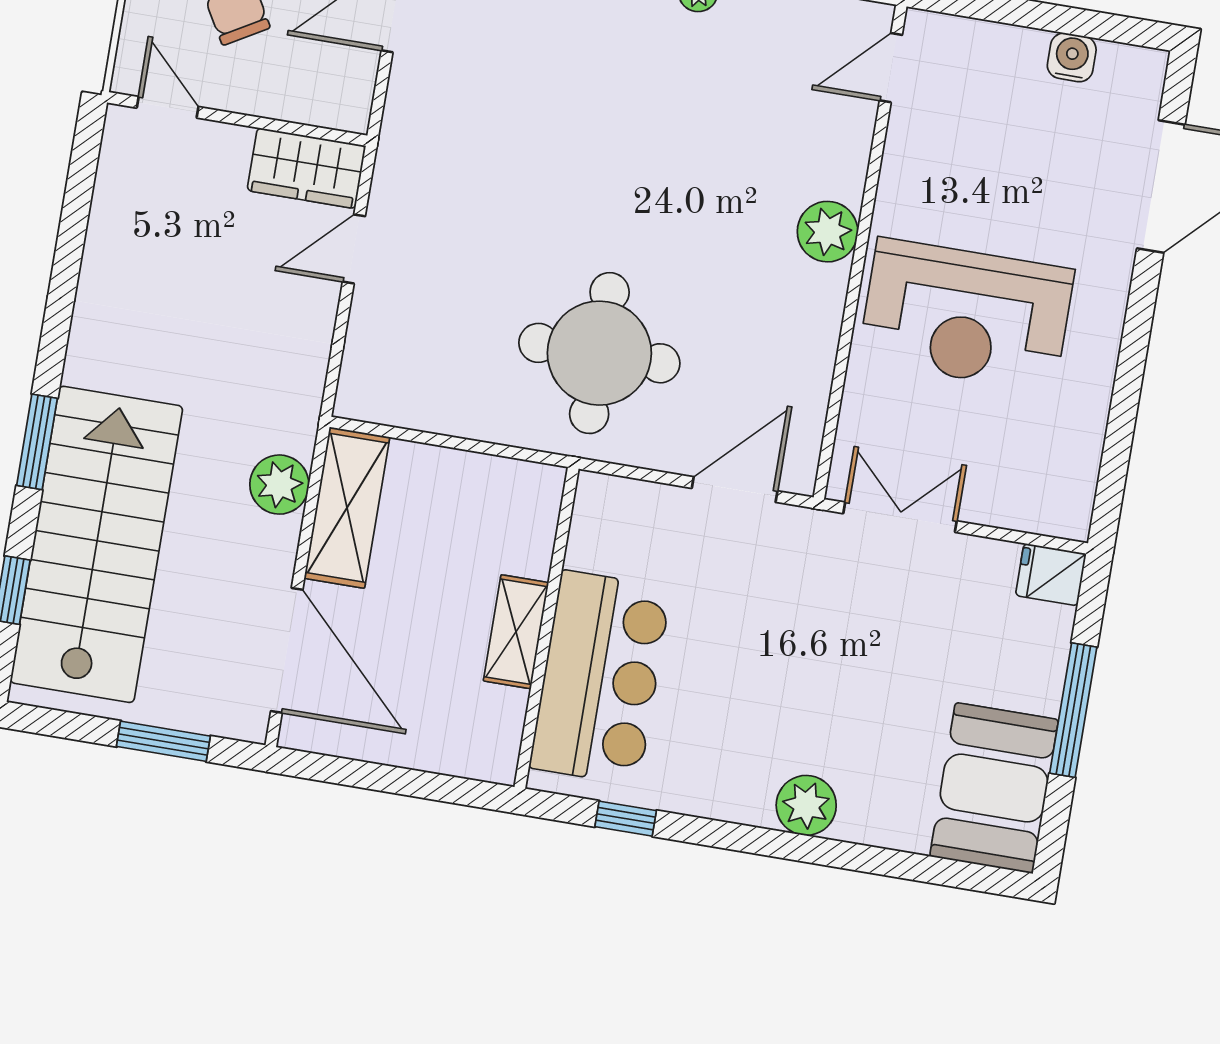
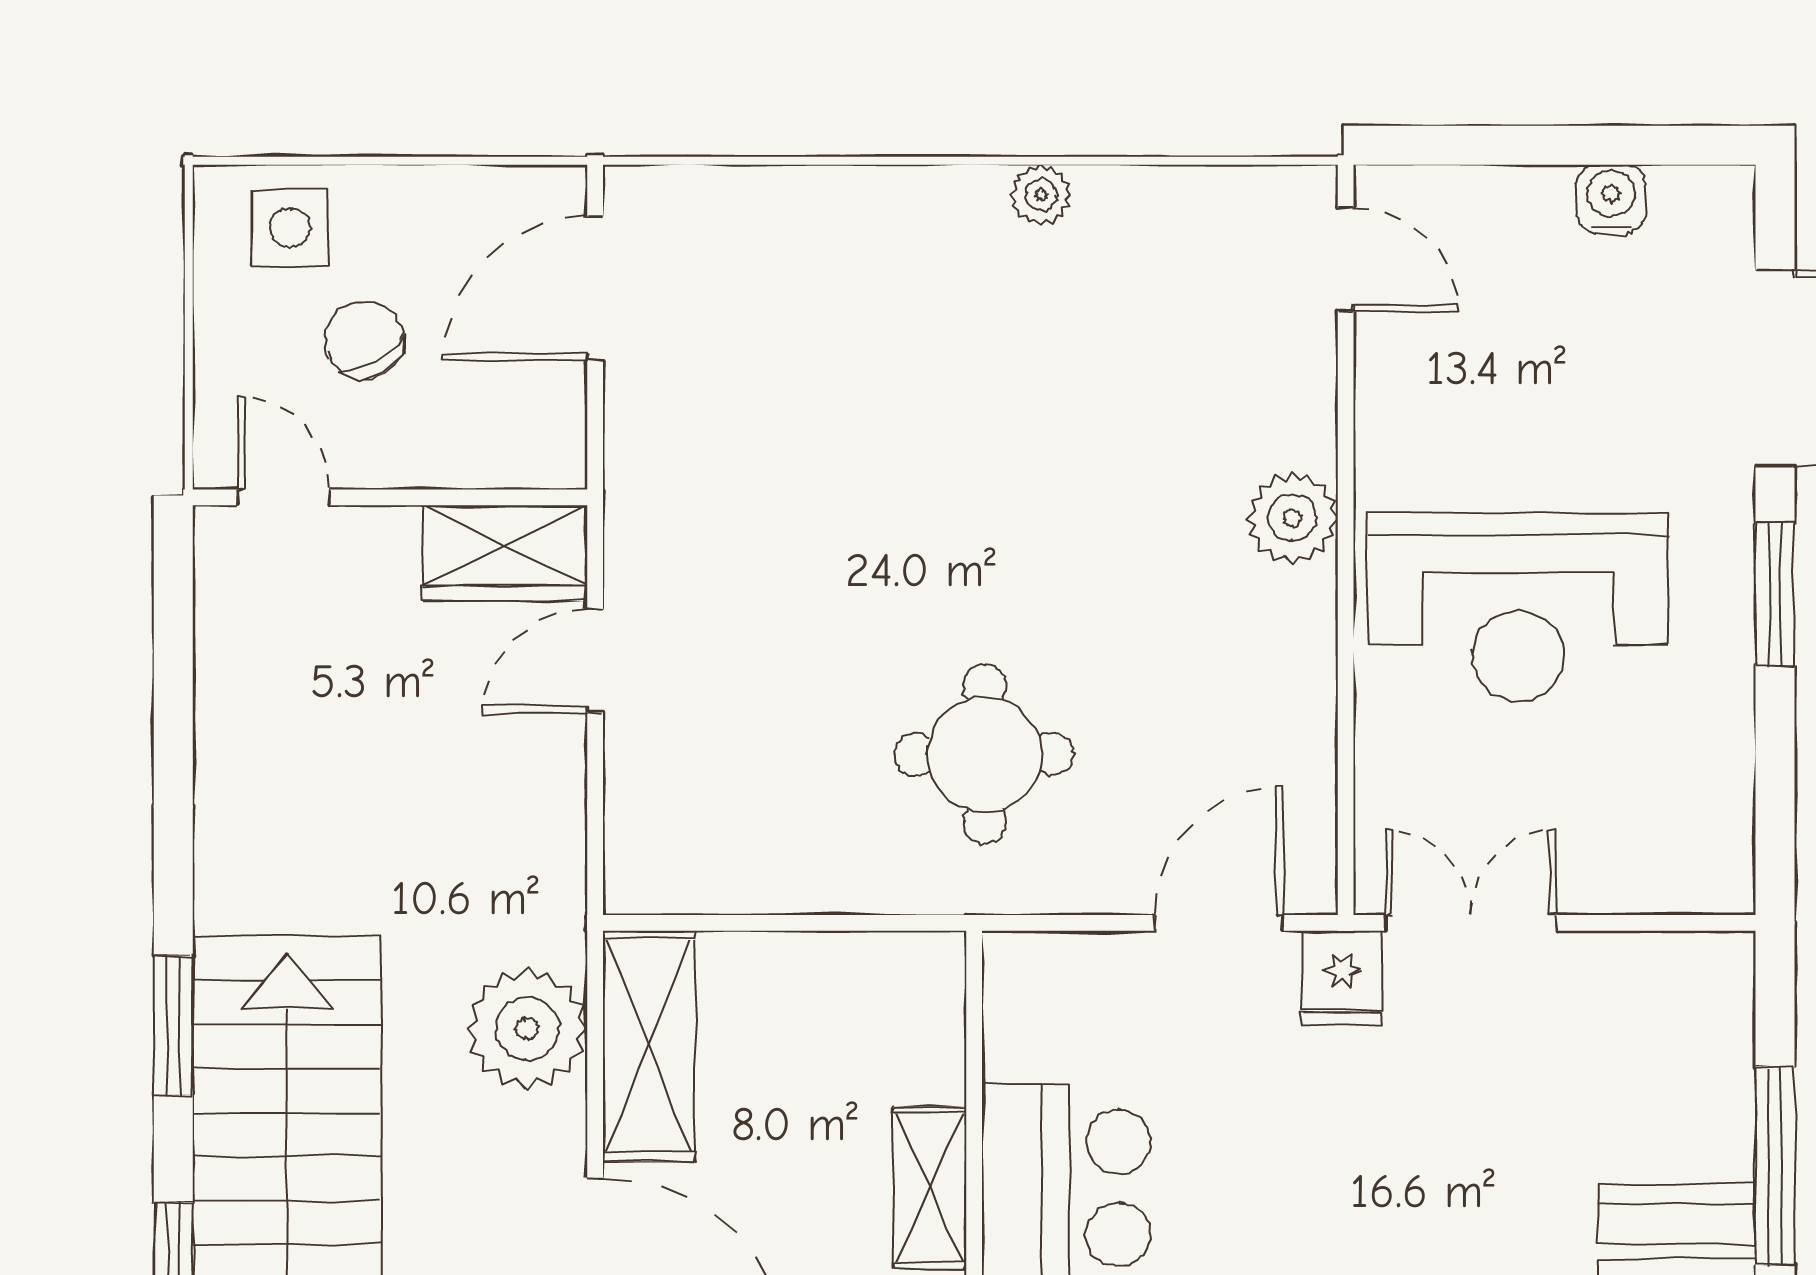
door: (891, 68) -> (1346, 259), swing flipped
window: (1136, 335) -> (1775, 594), added
round table: (599, 353) -> (984, 754), width x0.73, depth x0.73
plant: (279, 485) -> (527, 1028), width x1.36, depth x1.36
fridge: (1051, 575) -> (1342, 978), moved, turned -90

